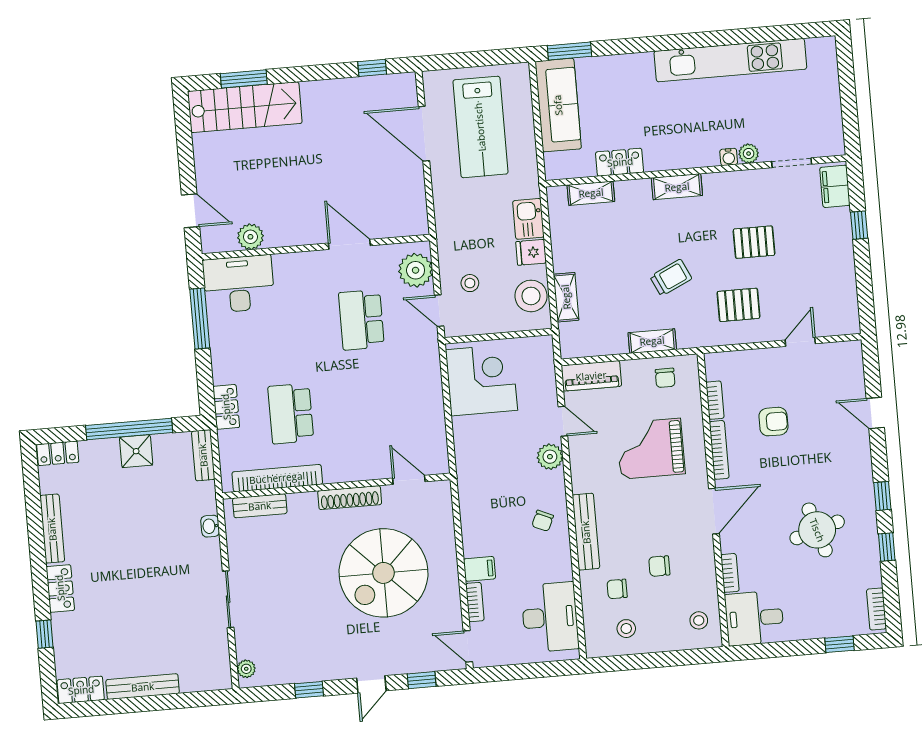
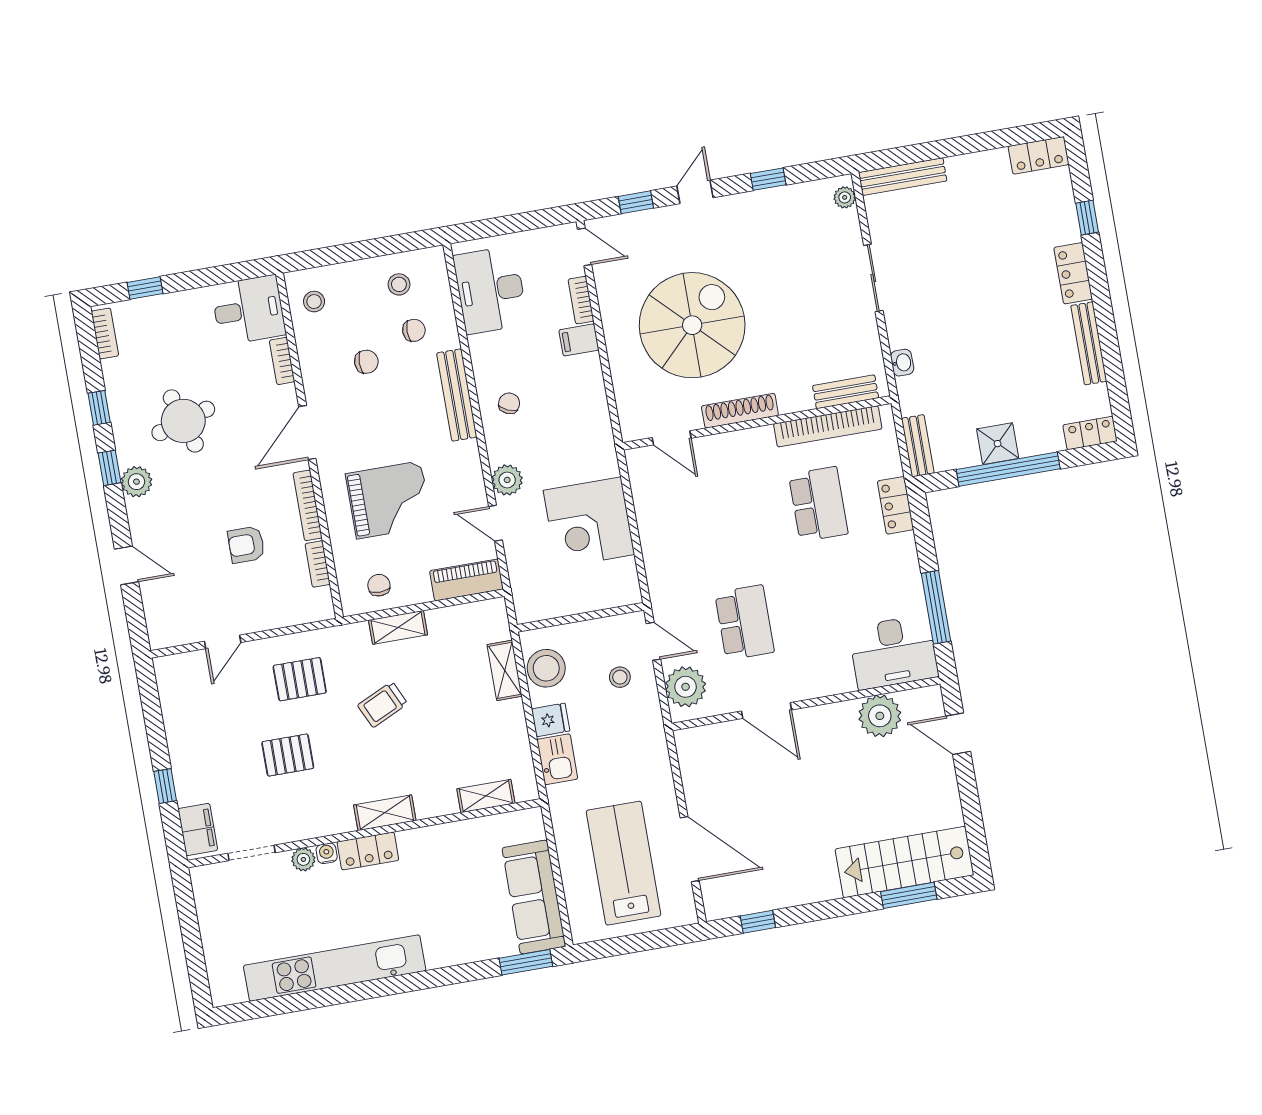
locker: (620, 162) -> (368, 851), moved
plant: (250, 237) -> (880, 716), width x1.36, depth x1.36
corner desk: (481, 380) -> (589, 522), moved
plant: (861, 482) -> (136, 482), added
bench: (143, 687) -> (903, 177), moved

